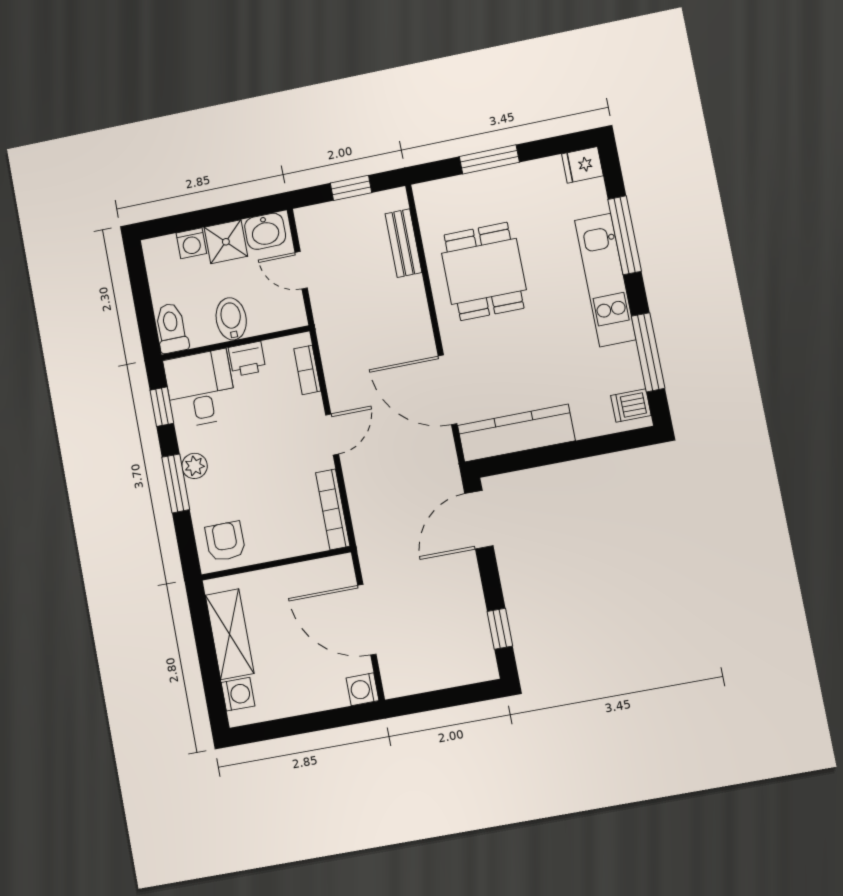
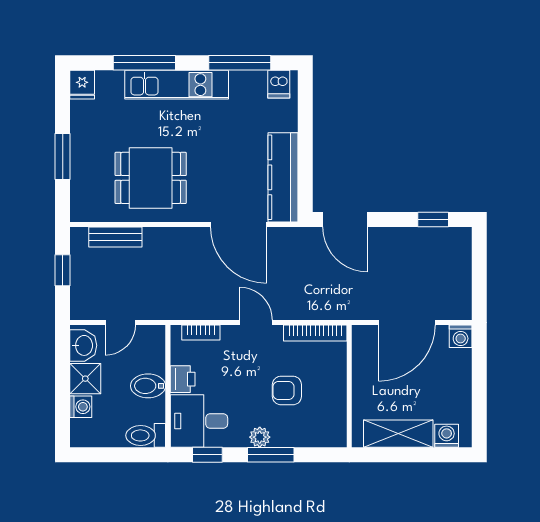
door: (448, 390) -> (239, 224), hinge flipped
armchair: (225, 541) -> (287, 390), moved

